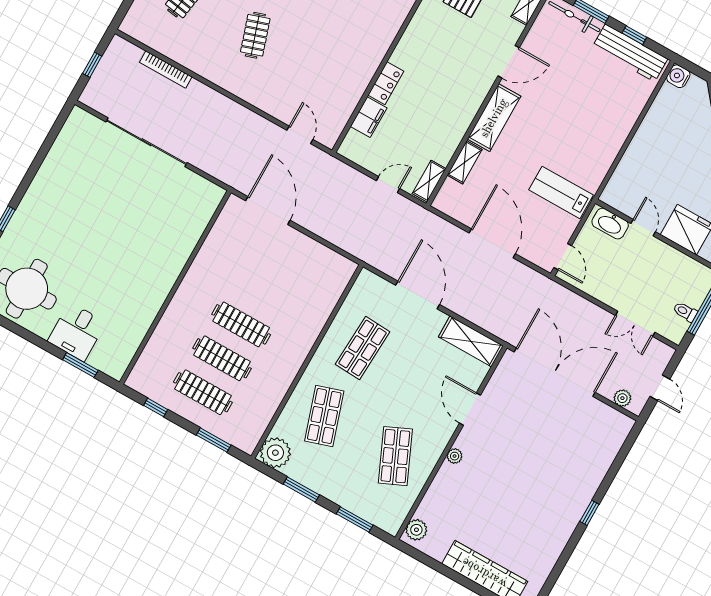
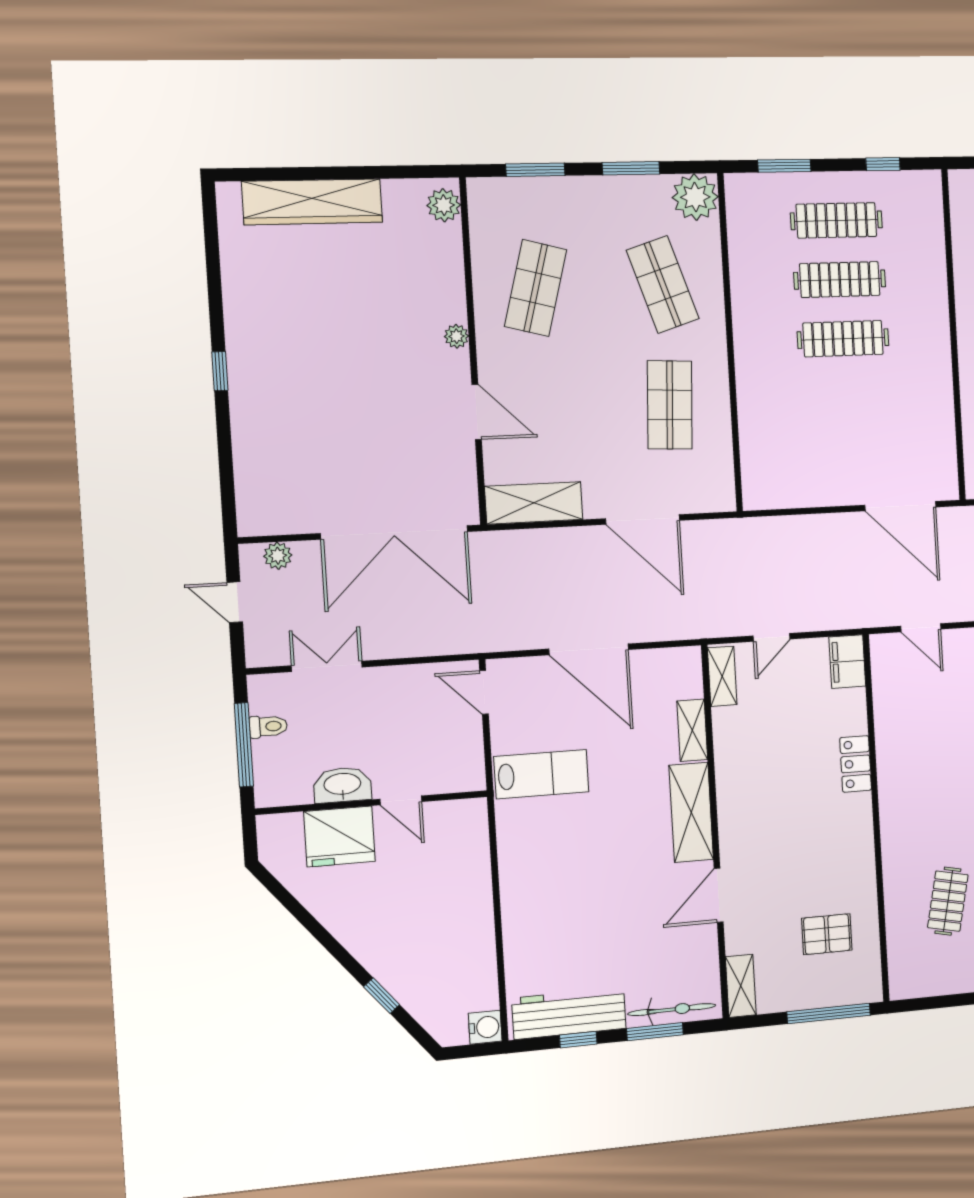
filing cabinet: (369, 117) -> (847, 662), moved
washbasin: (610, 224) -> (342, 785), moved
shop shelf: (395, 456) -> (536, 288), turned 39

